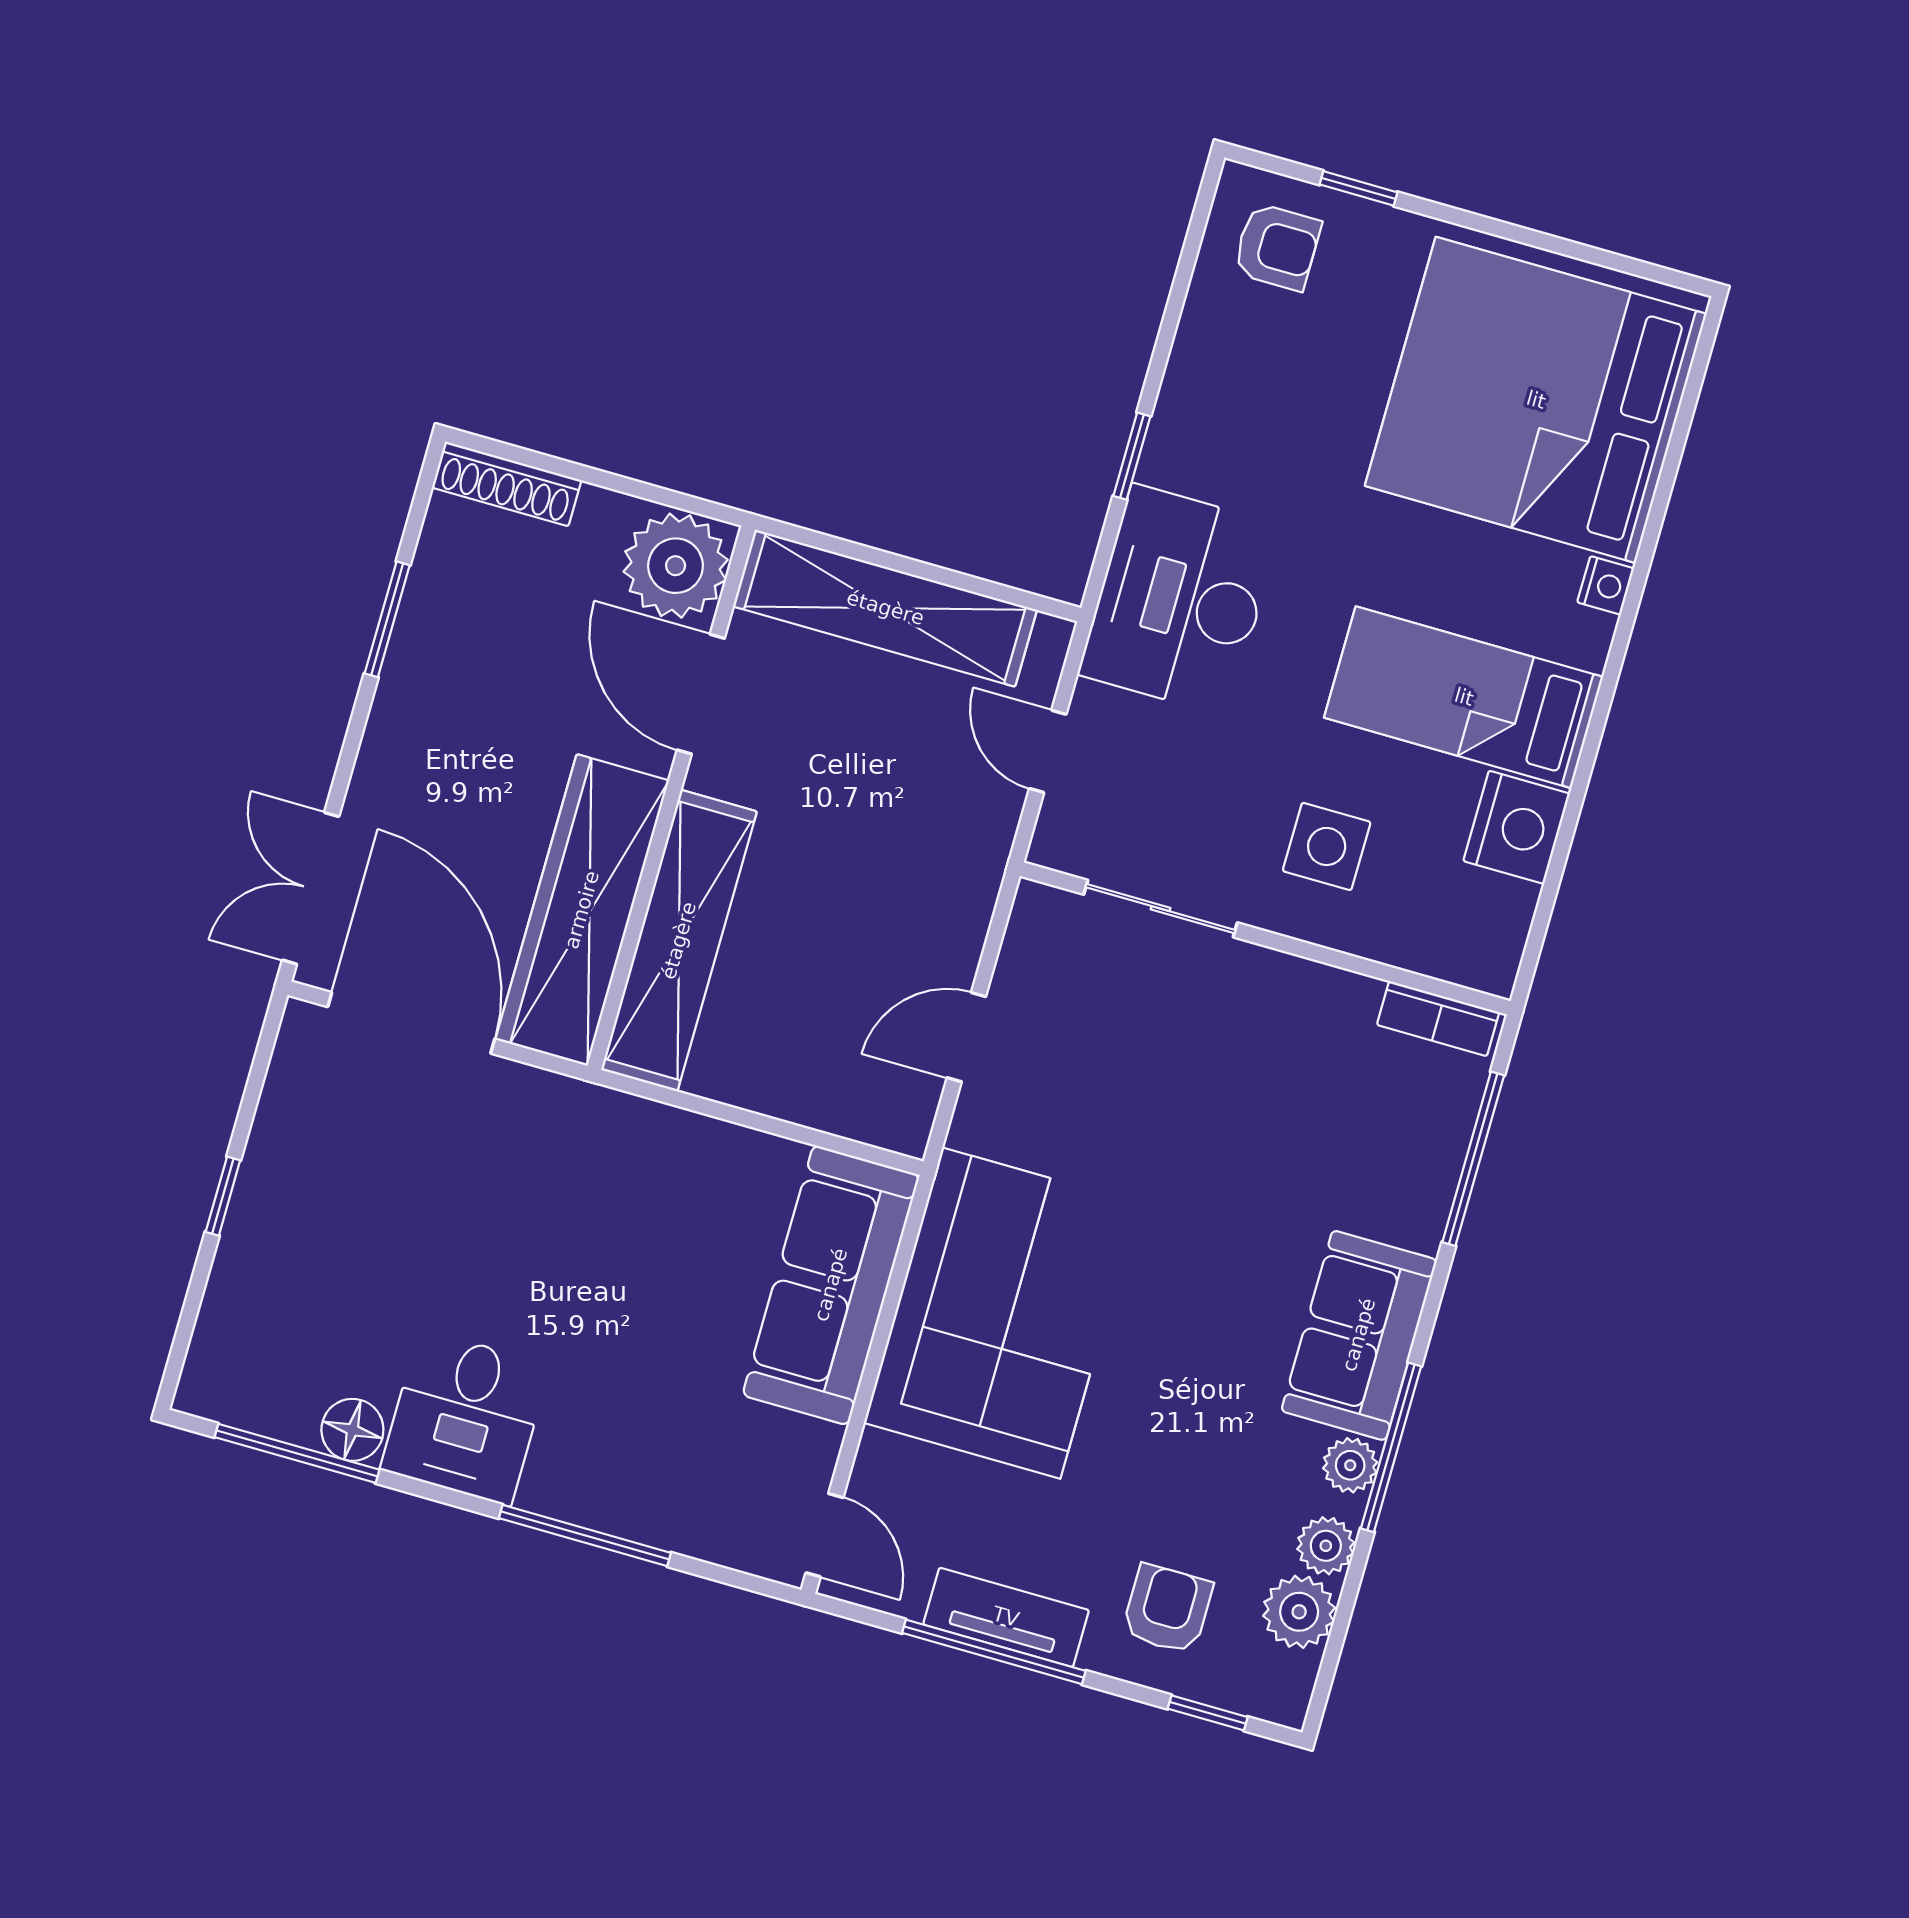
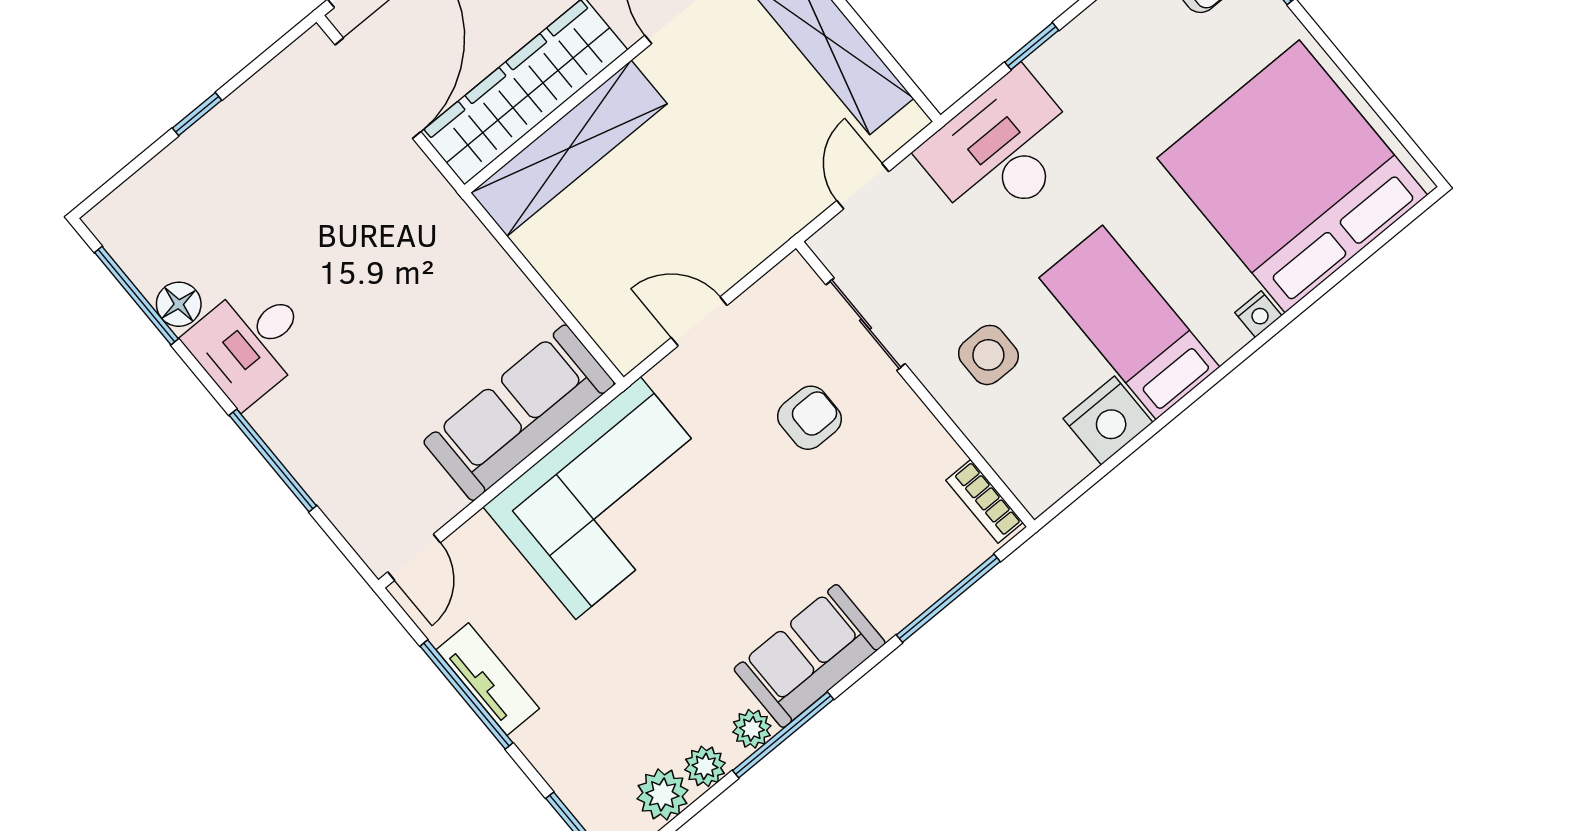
armchair: (1167, 1609) -> (809, 418), moved

